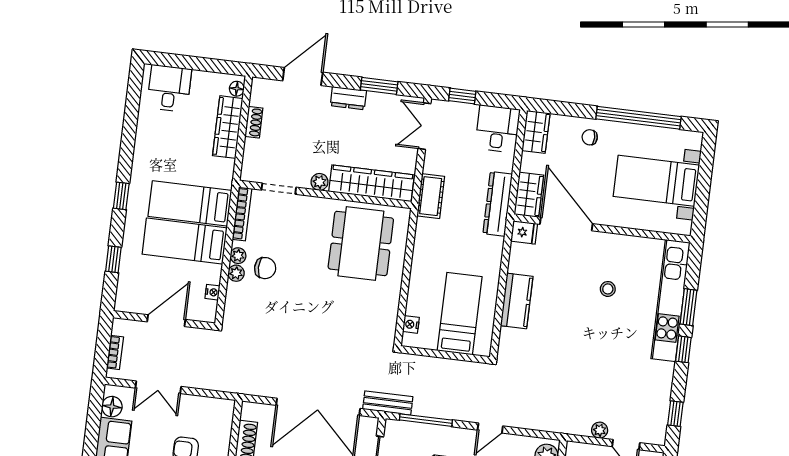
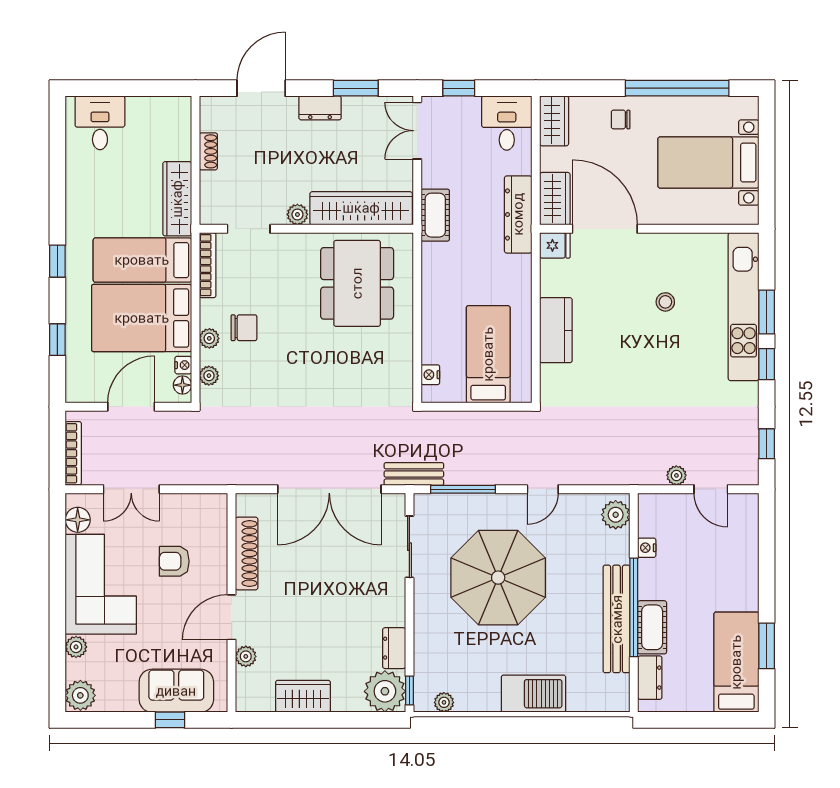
floor lamp: (237, 89) -> (182, 385), moved
wardrobe: (228, 127) -> (177, 199), moved
bed: (185, 241) -> (142, 318), width x1.50
plant: (238, 256) -> (209, 376), moved
bookcase: (115, 352) -> (73, 453), width x1.56

